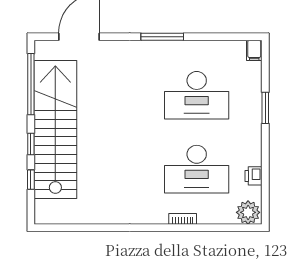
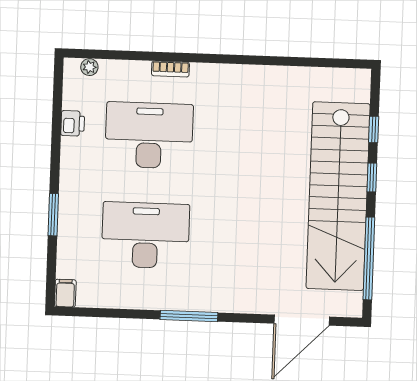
plant: (248, 212) -> (89, 67), width x0.53, depth x0.53

